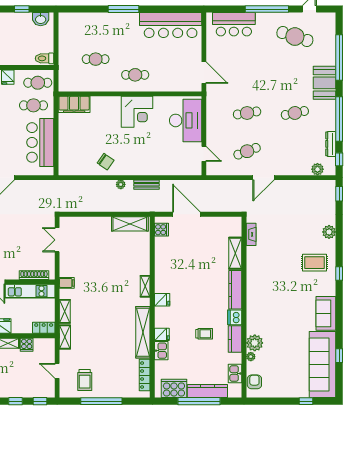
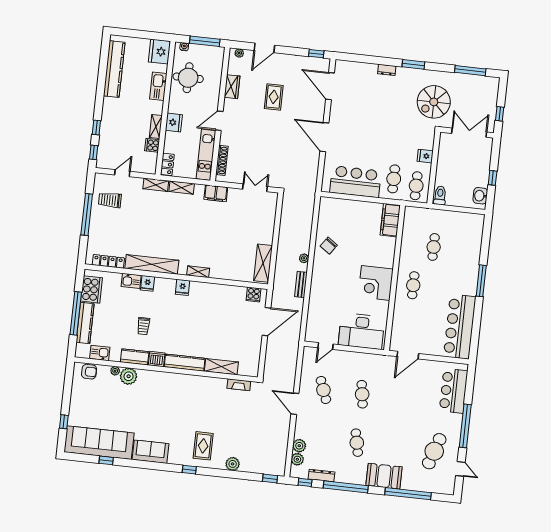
plant: (304, 169) -> (299, 446), added
filing cabinet: (67, 283) -> (216, 193), width x2.00

